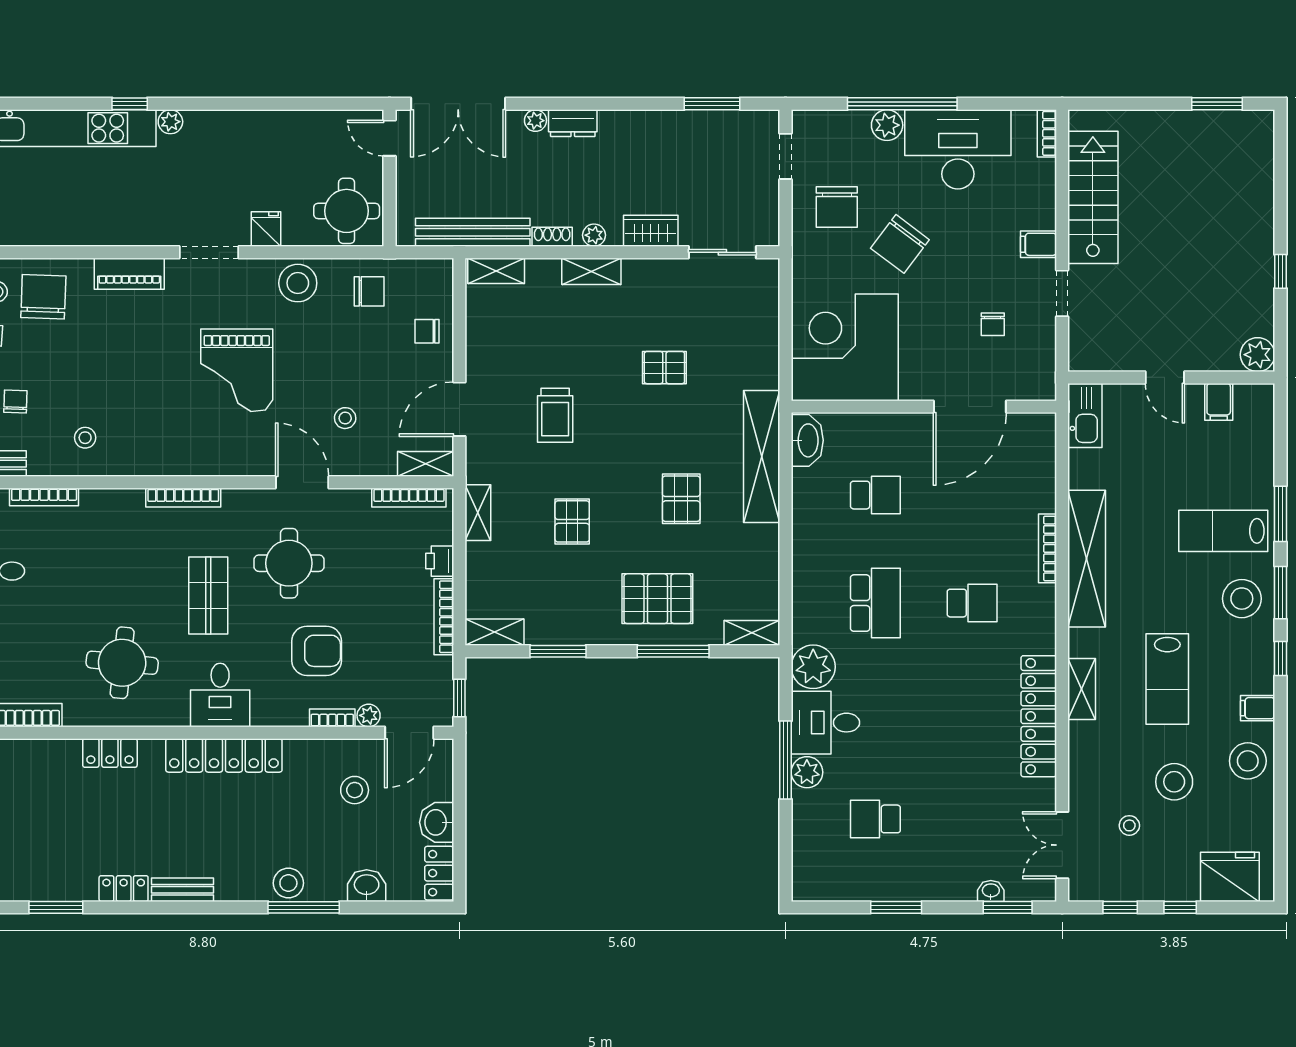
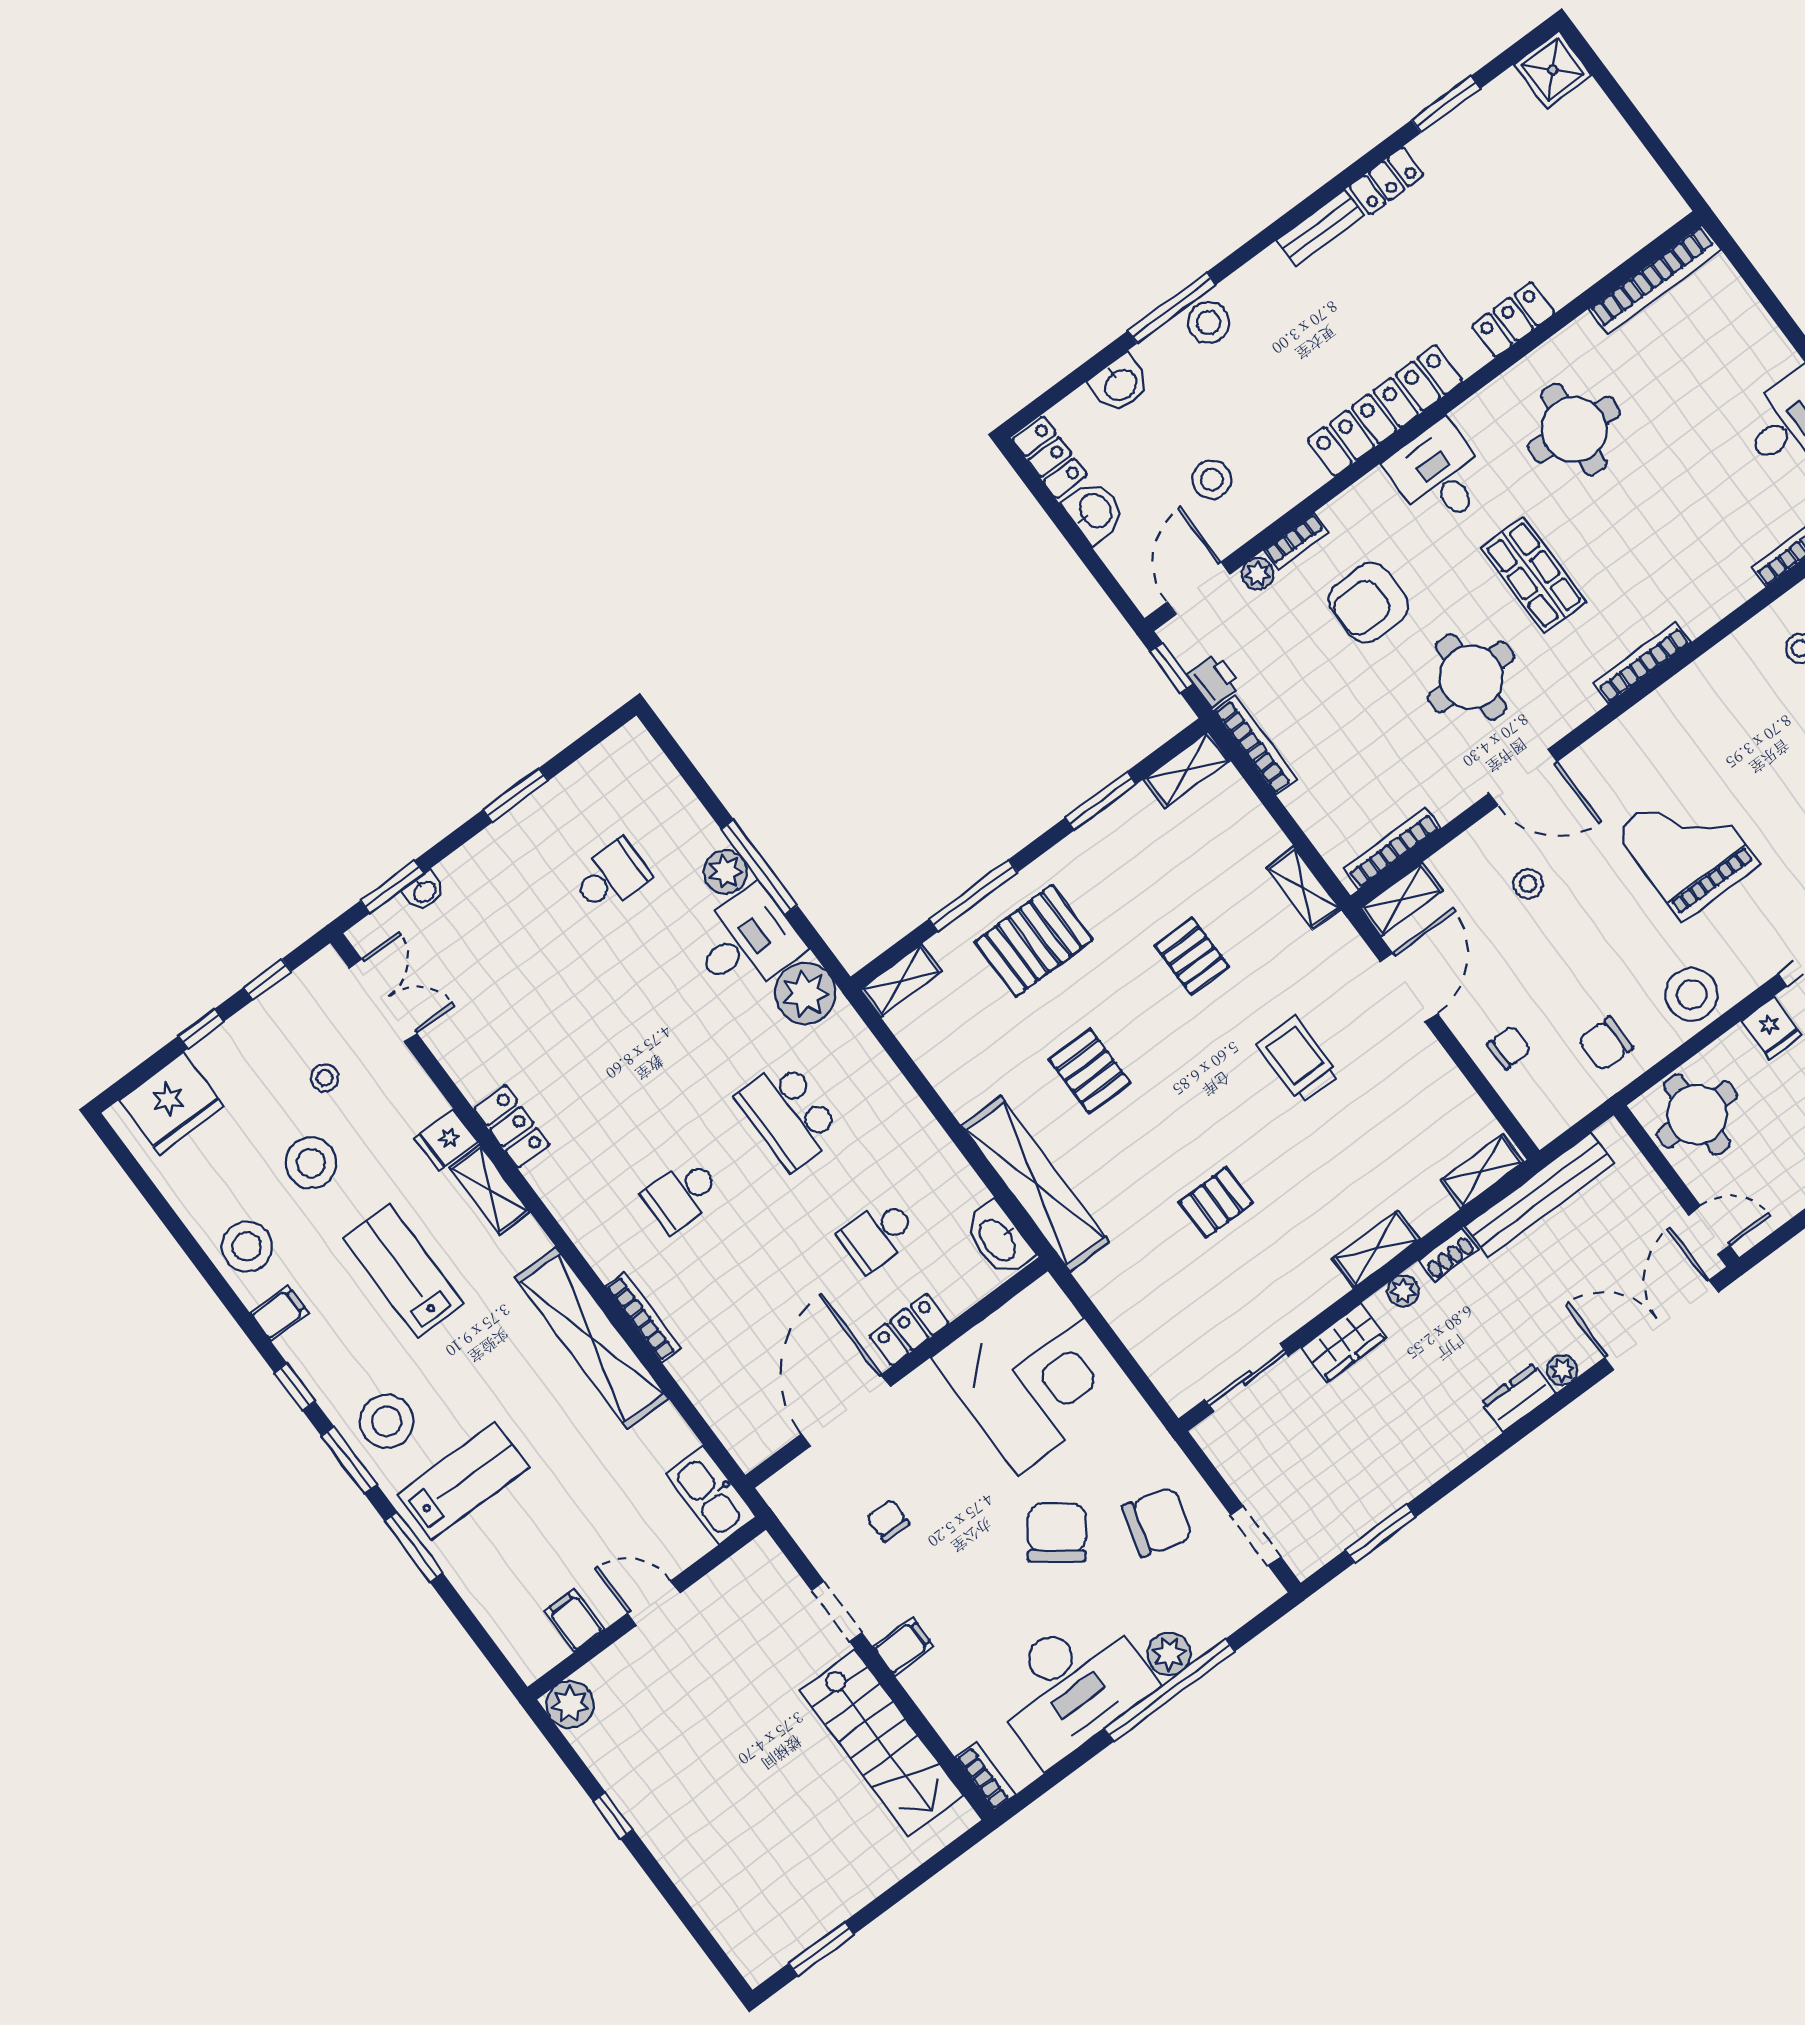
chair: (837, 207) -> (1157, 1522), turned 106
locker: (898, 426) -> (909, 1329), added
printer: (440, 561) -> (1214, 680), moved
locker: (1039, 716) -> (512, 1127), width x0.46, depth x0.83
fridge: (1086, 737) -> (446, 1140), added

